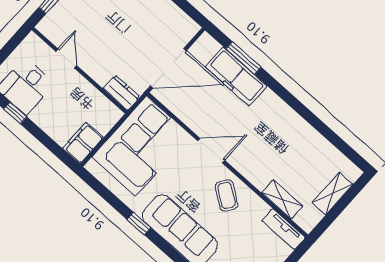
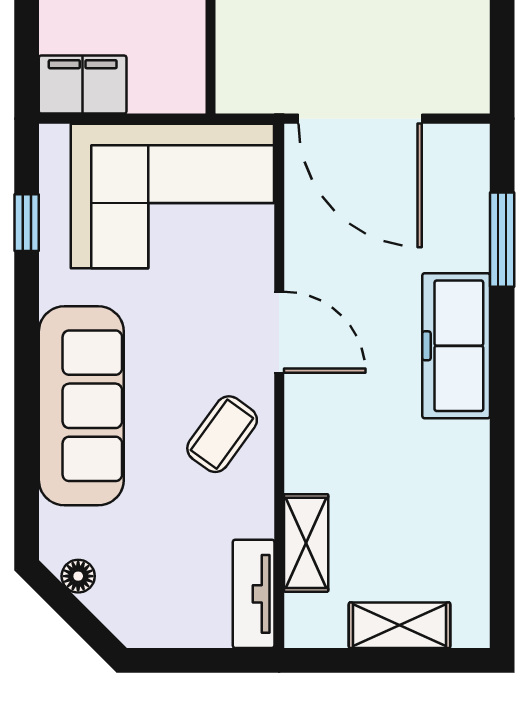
freezer: (236, 76) -> (456, 346), moved
dresser: (122, 93) -> (238, 73), removed
window: (139, 223) -> (27, 223), moved

